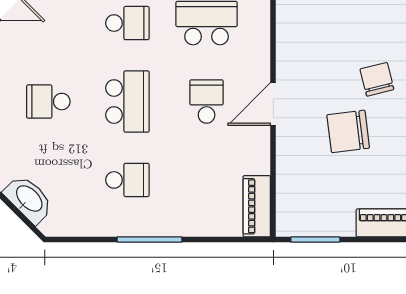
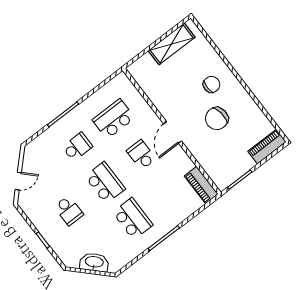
chair: (377, 79) -> (211, 84), turned 104
school desk: (48, 102) -> (69, 211), turned -90
school desk: (127, 180) -> (133, 219), width x1.85

